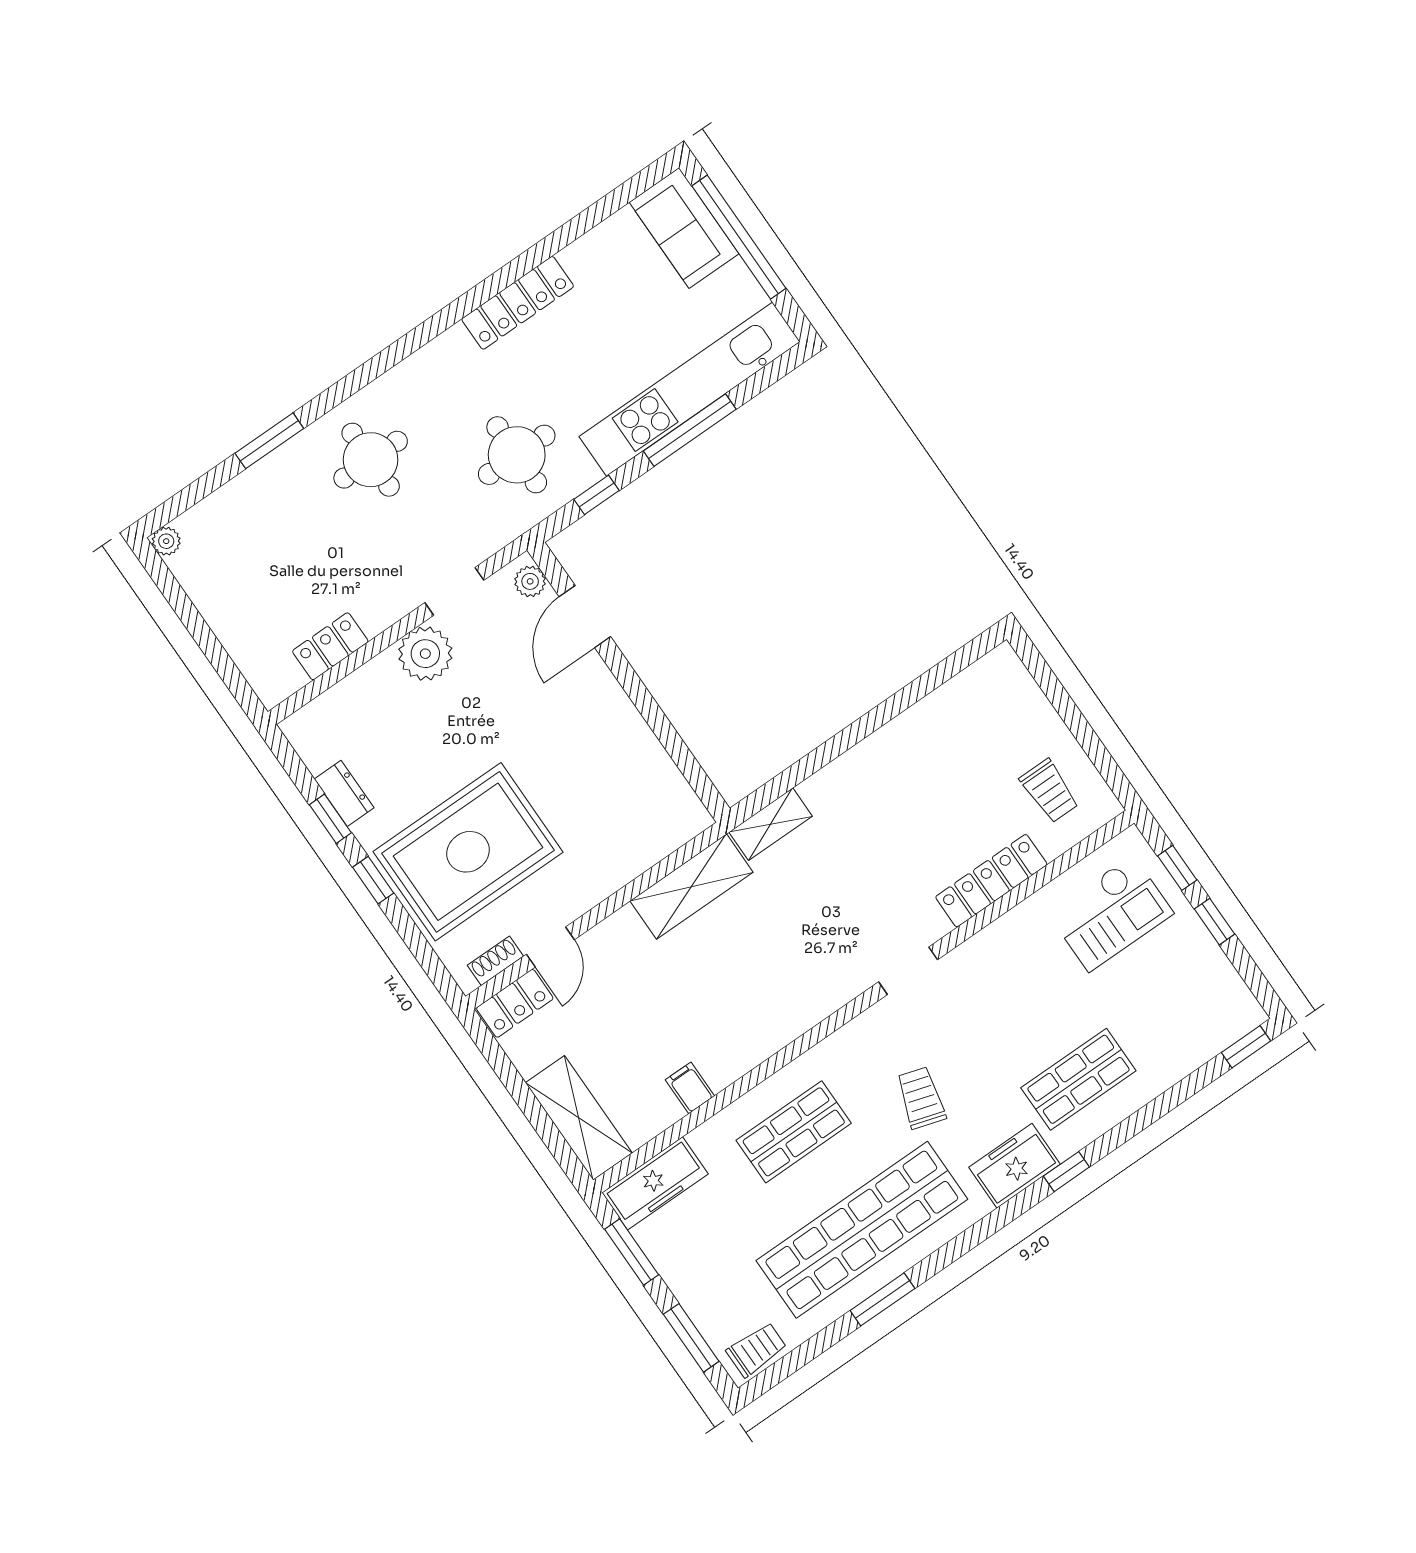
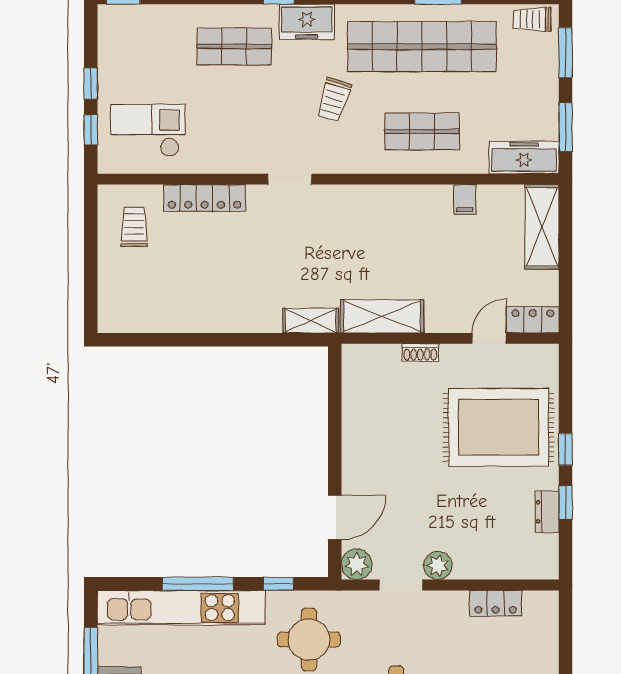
plant: (530, 581) -> (357, 564), width x1.38, depth x1.38
plant: (425, 654) -> (438, 566), width x0.73, depth x0.73
shoe rack: (495, 961) -> (420, 353), moved

